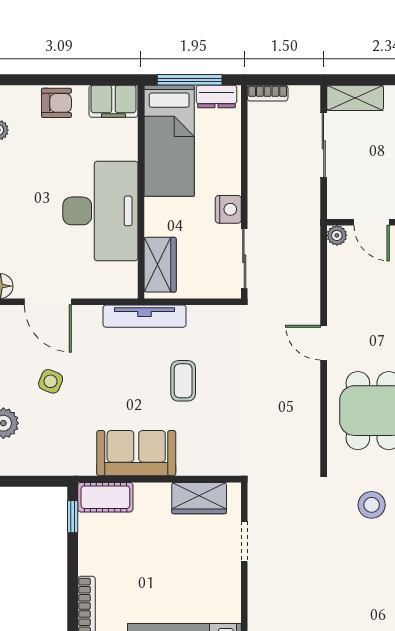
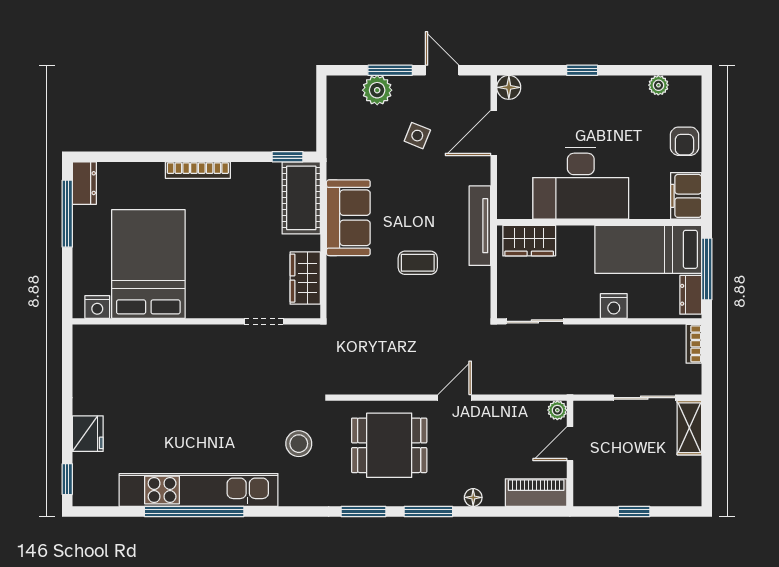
nightstand: (228, 209) -> (614, 306), moved
cot: (105, 497) -> (301, 198), width x1.37, depth x1.34

